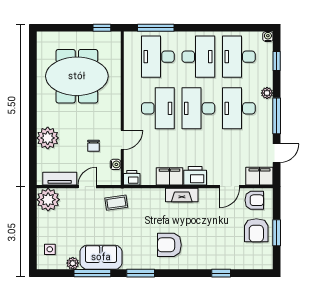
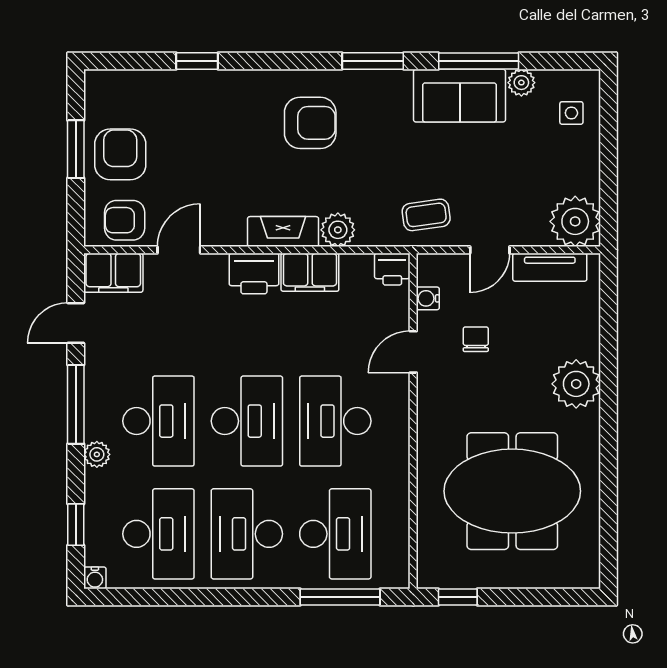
plant: (48, 138) -> (576, 384), moved
plant: (157, 196) -> (338, 230), added

